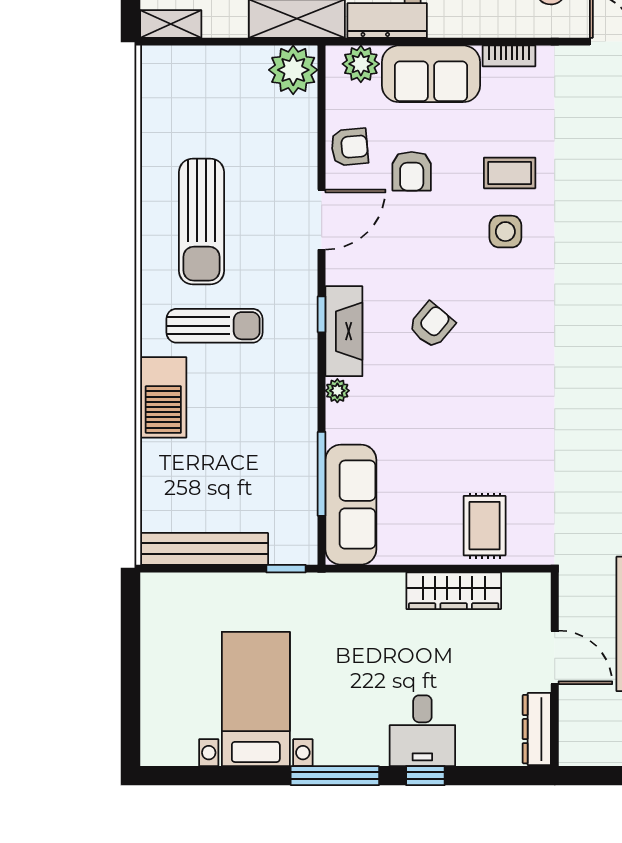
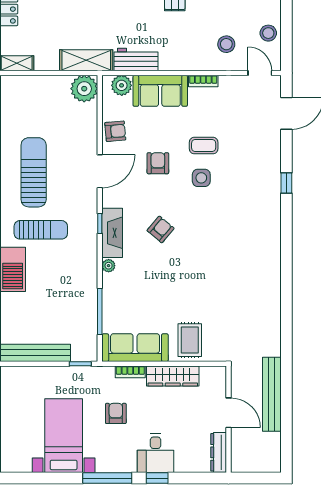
armchair: (412, 171) -> (158, 163), moved, turned 180
sun lounger: (201, 222) -> (34, 172), turned 180
sofa: (351, 505) -> (135, 348), moved, turned -90
bookcase: (377, 583) -> (130, 372), added
armchair: (350, 659) -> (116, 413), added

